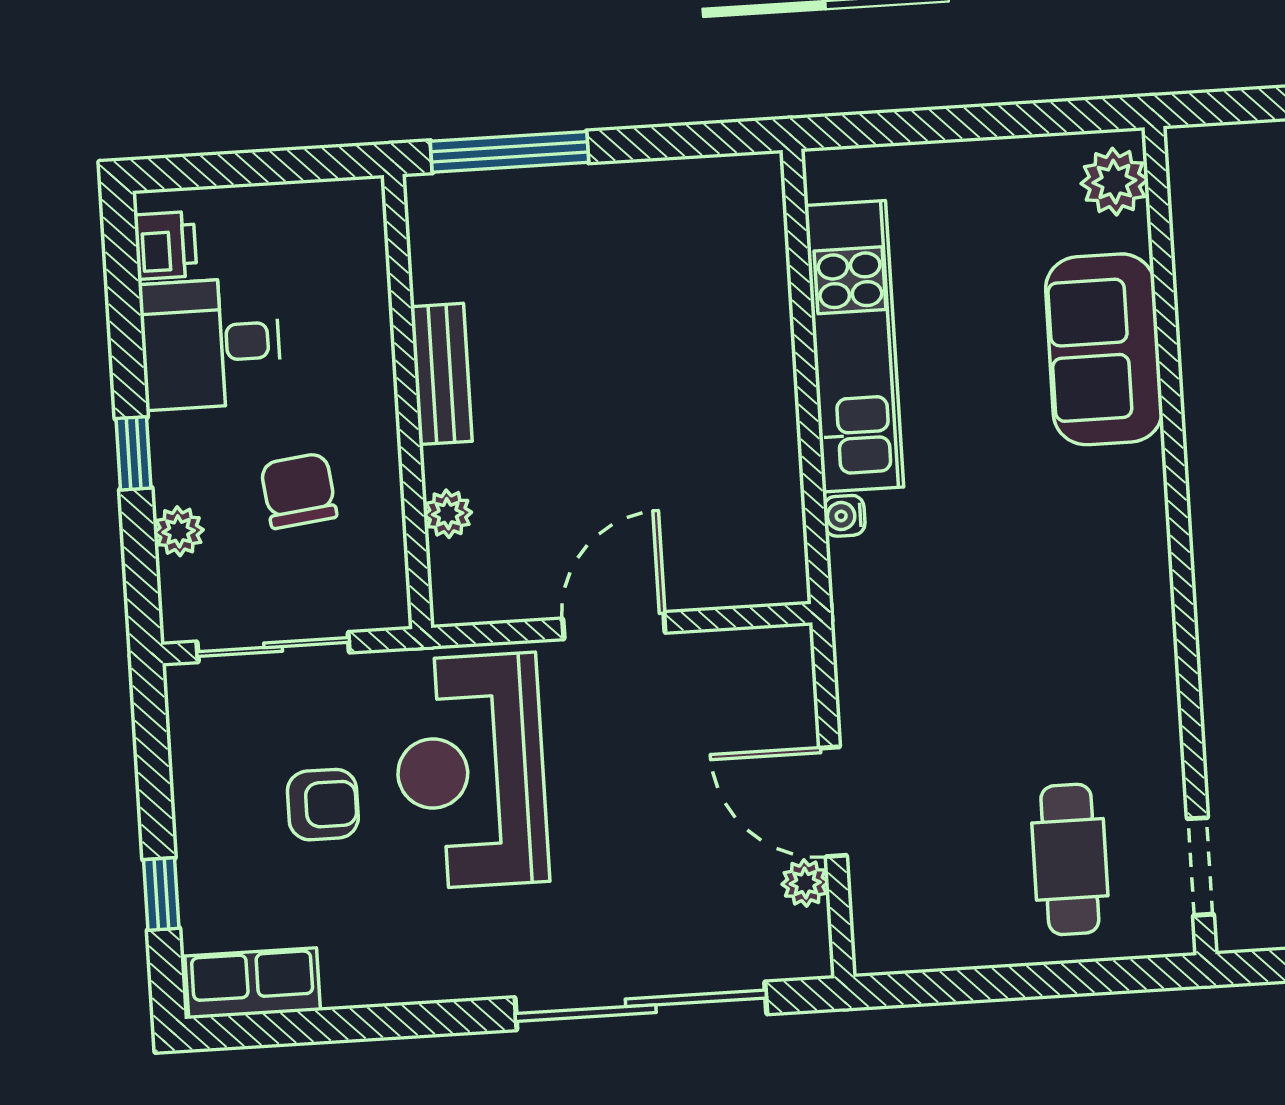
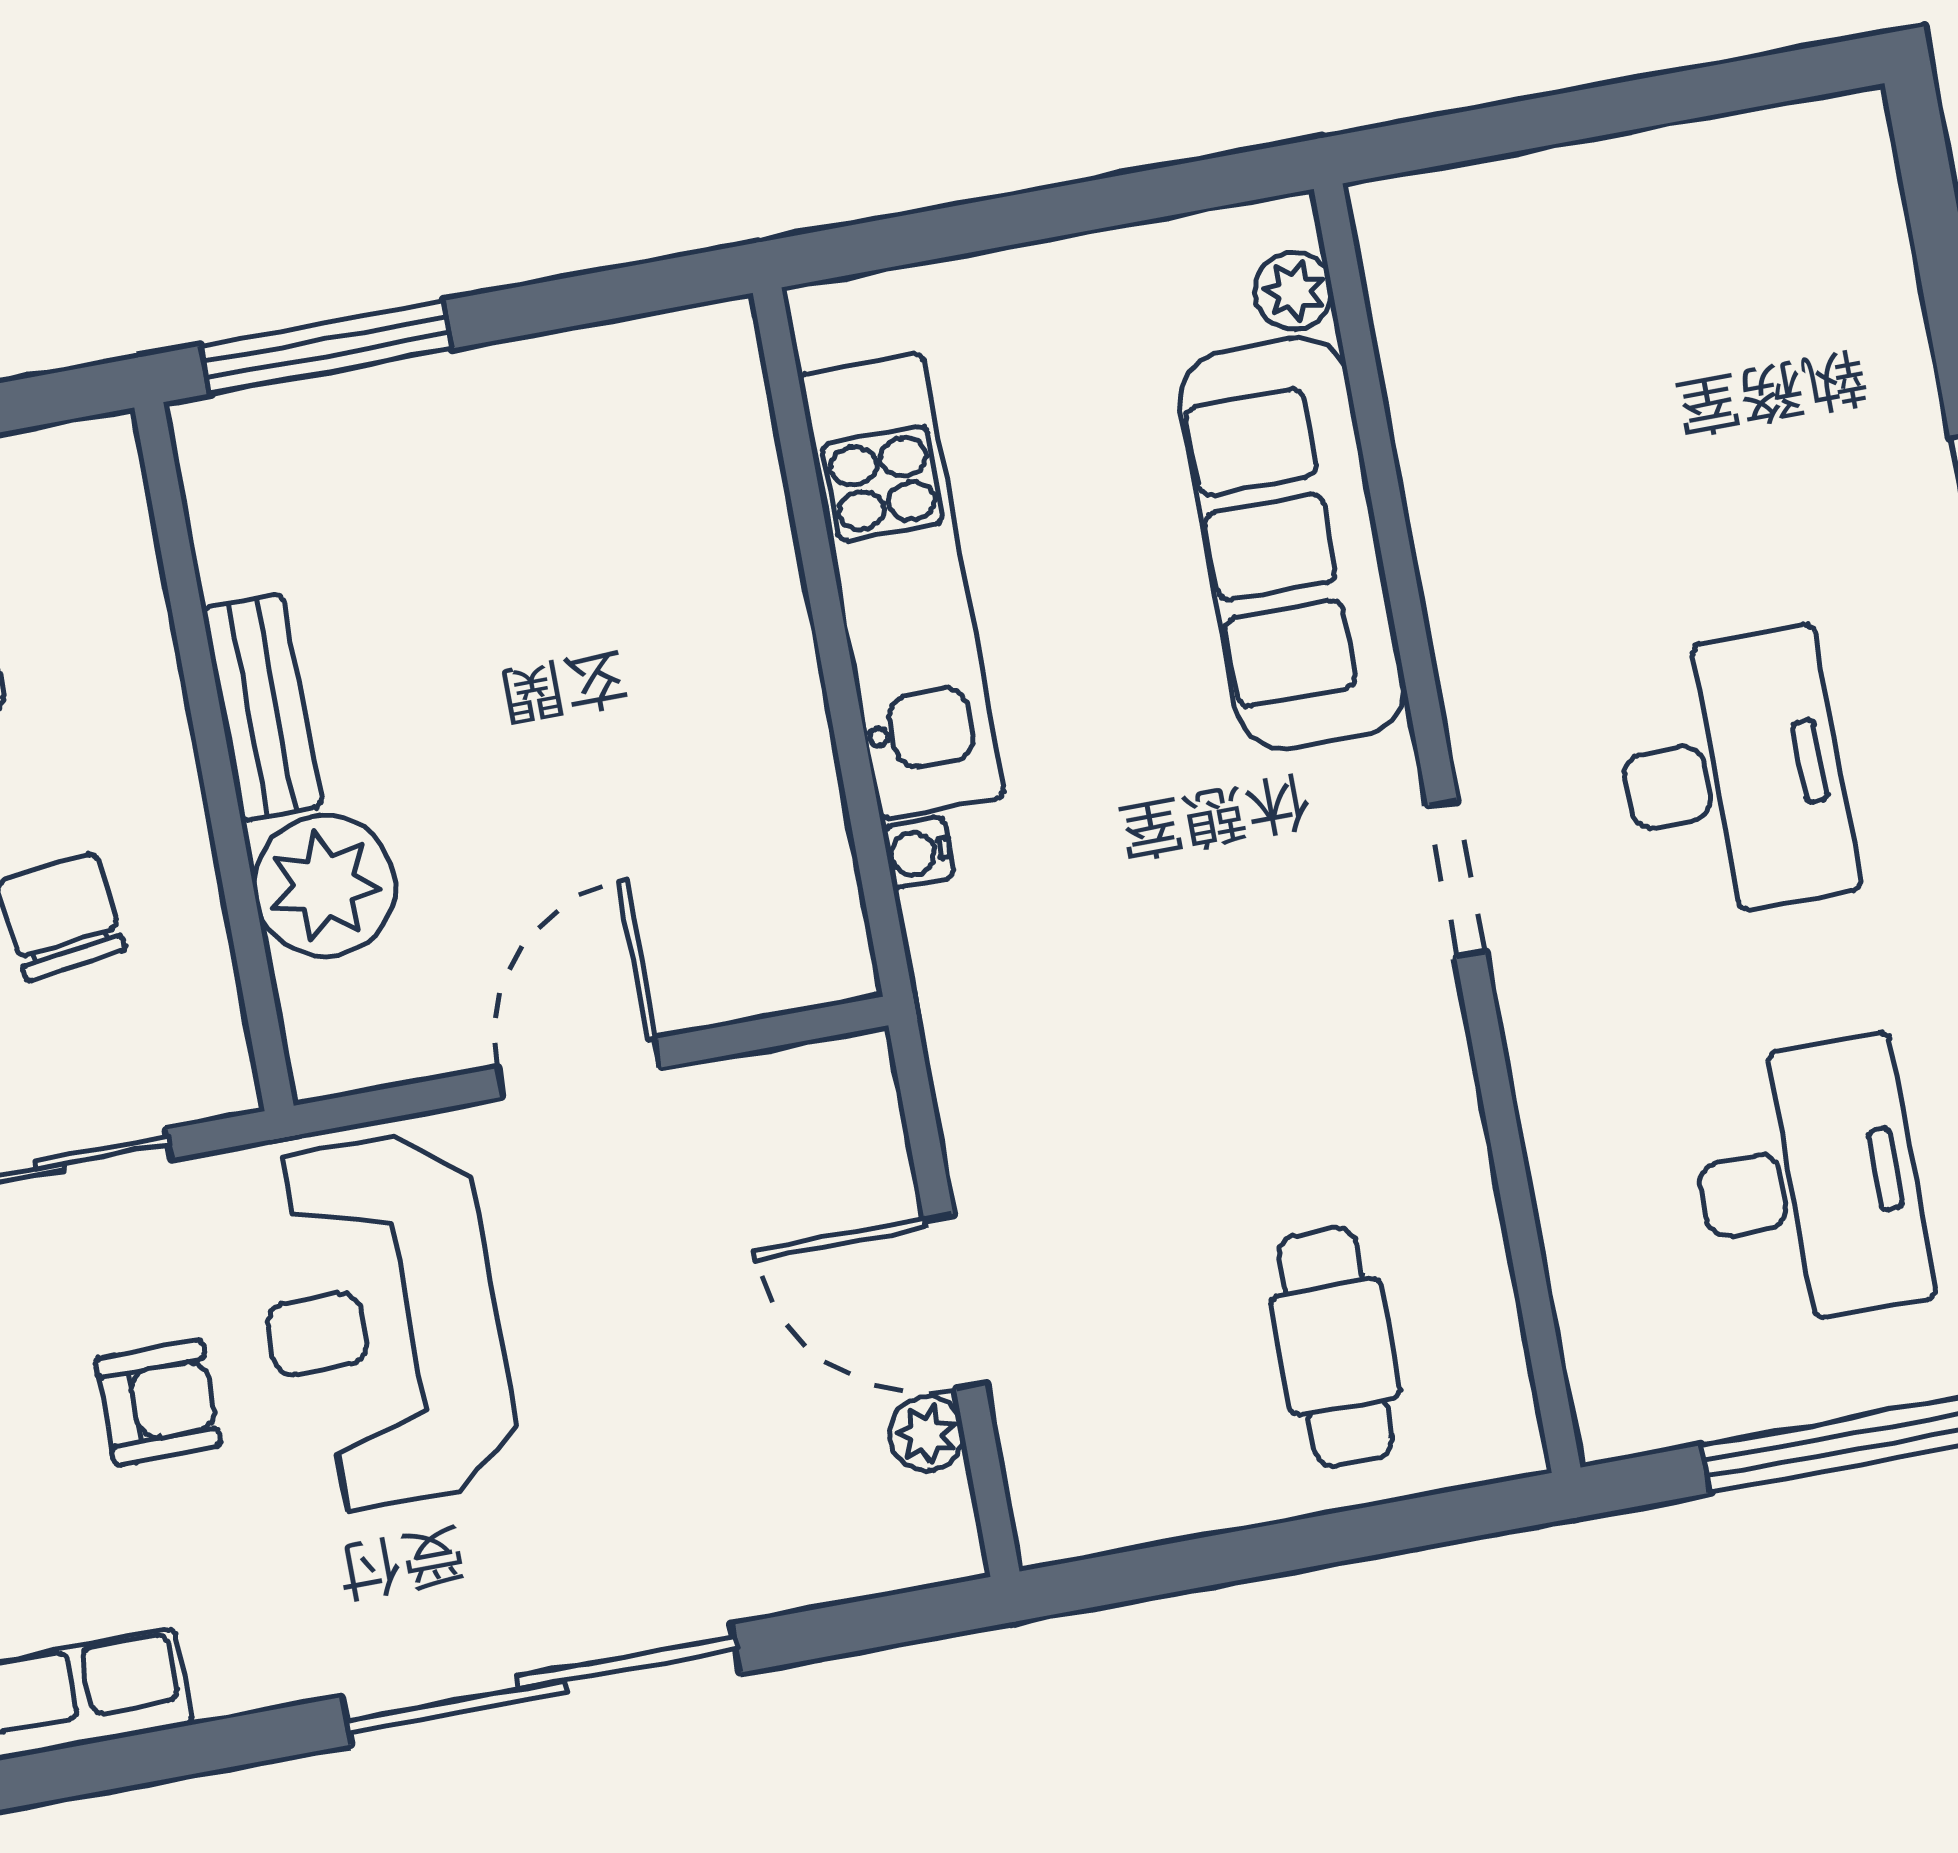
plant: (1114, 182) -> (1294, 291), width x0.73, depth x0.73
sofa: (1104, 349) -> (1292, 543), width x1.36
plant: (448, 514) -> (324, 886), width x1.88, depth x1.88
doorway: (1200, 866) -> (1457, 879), moved
sliding door: (641, 1006) -> (541, 1685), moved

